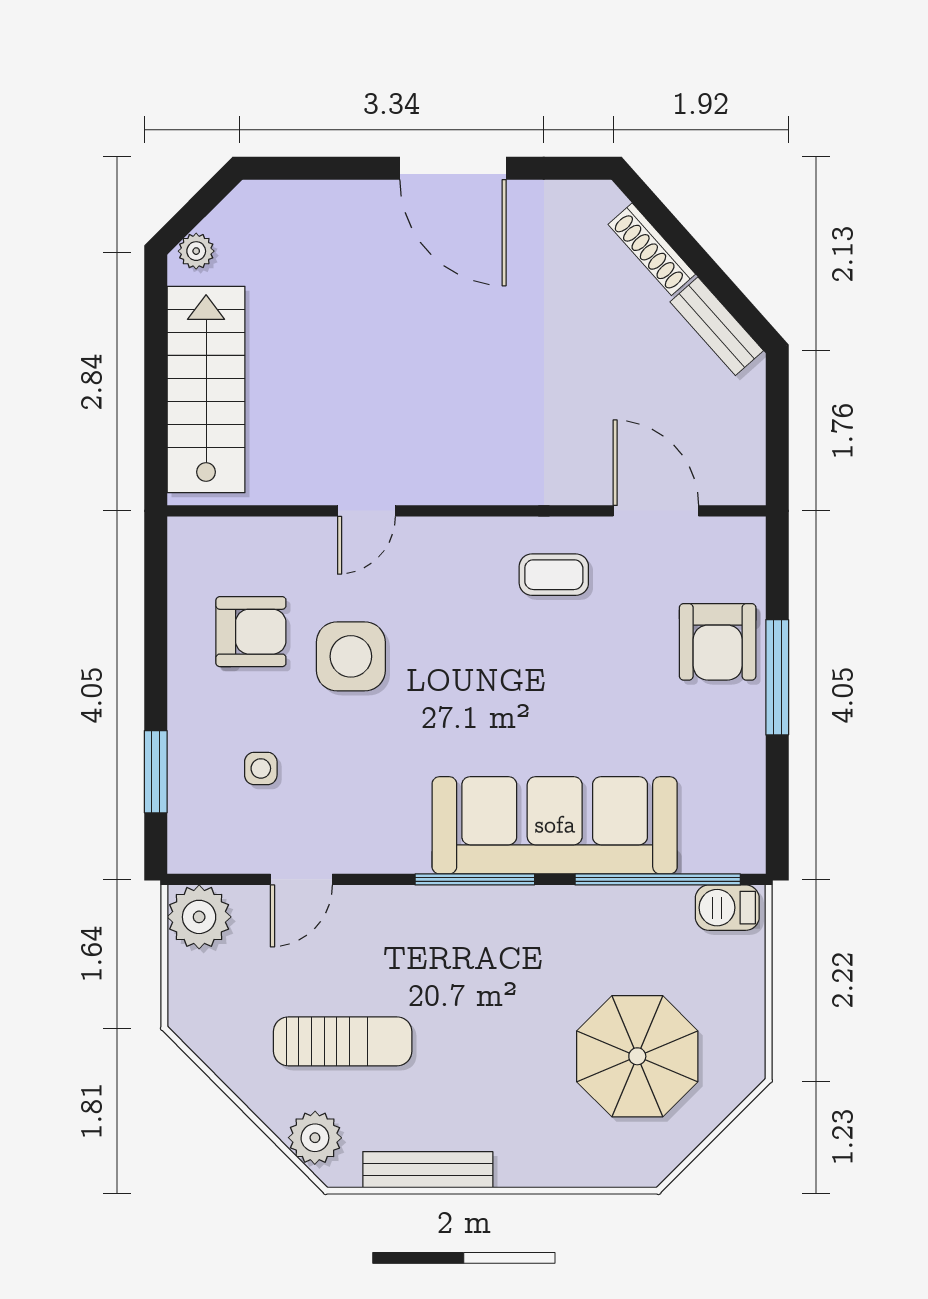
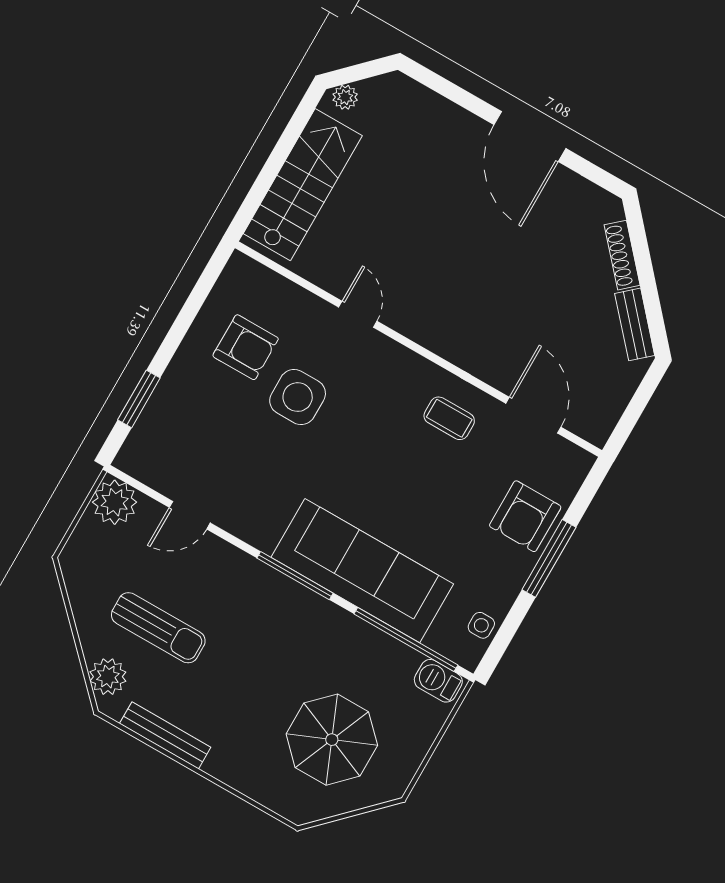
door: (366, 511) -> (358, 314), swing flipped
side table: (261, 768) -> (481, 625), moved

